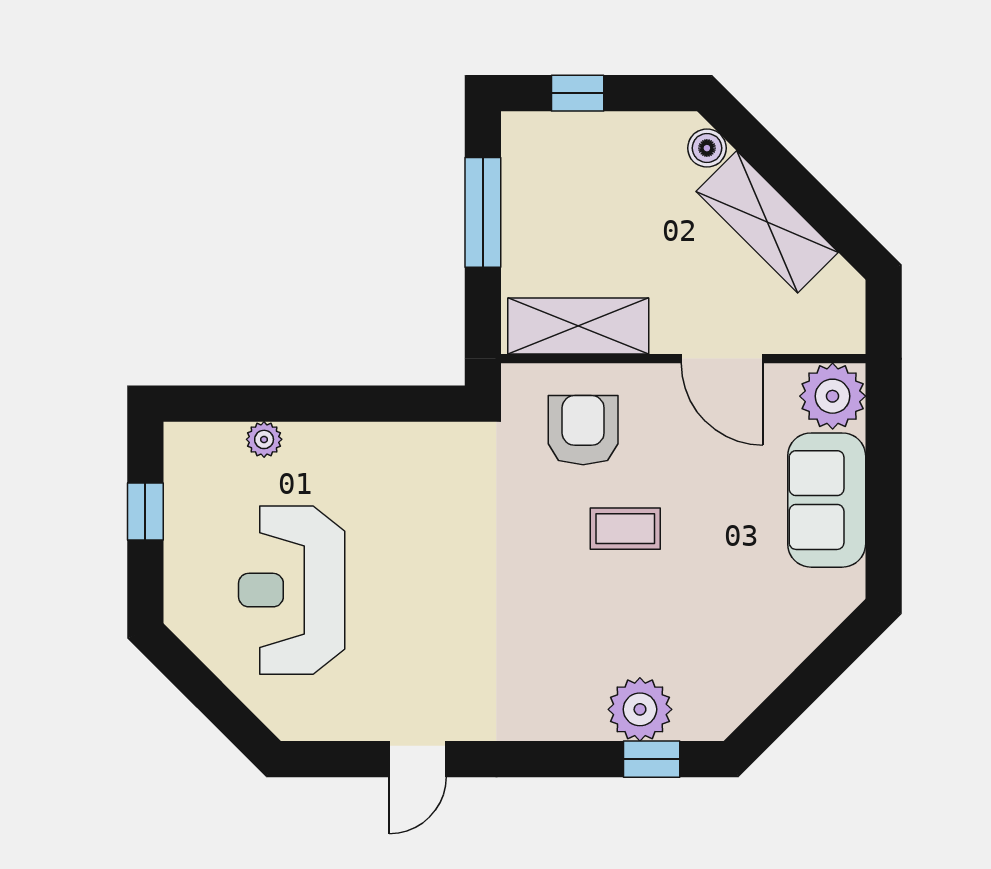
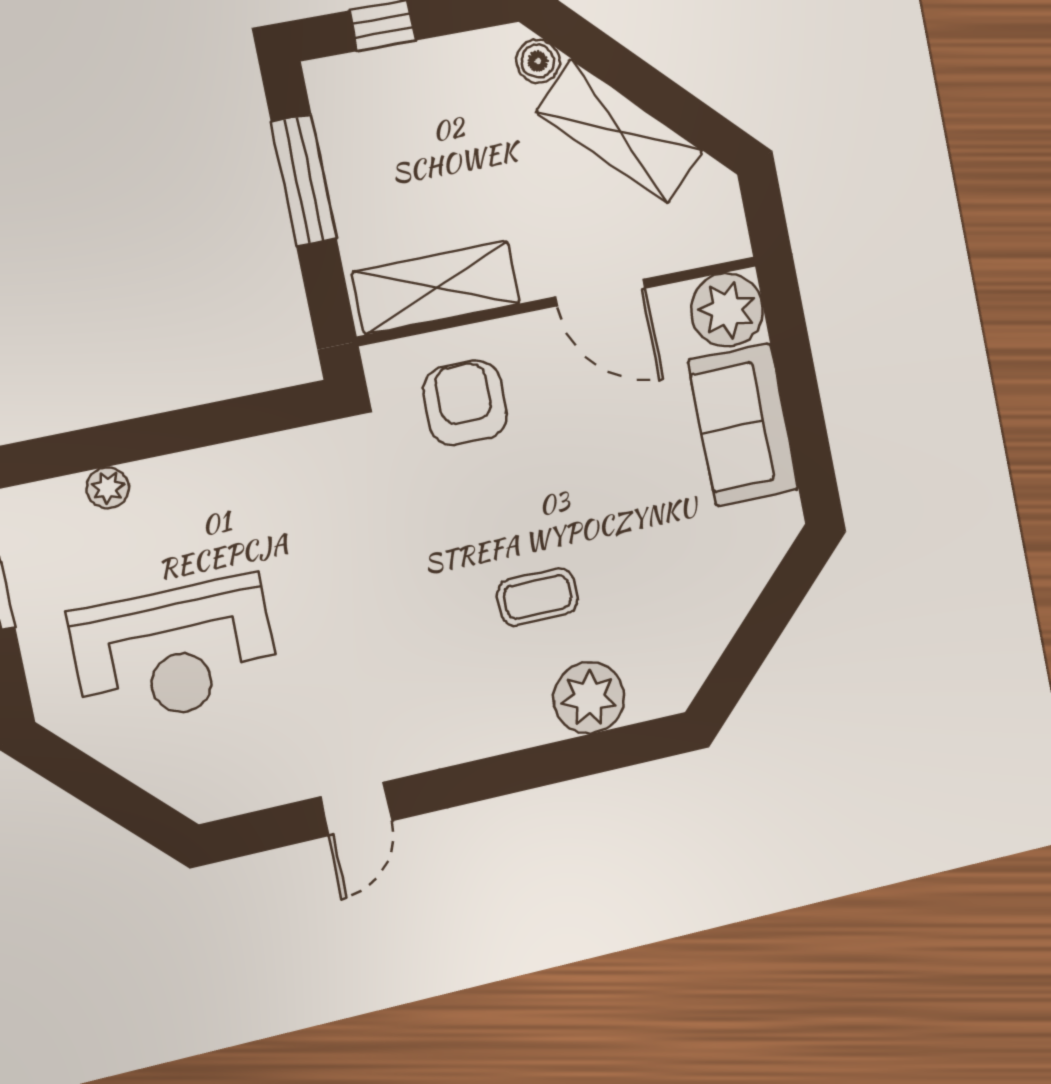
coffee table: (625, 529) -> (537, 597), moved
reception desk: (292, 590) -> (175, 652), turned -90
window: (652, 759) -> (612, 749), removed

